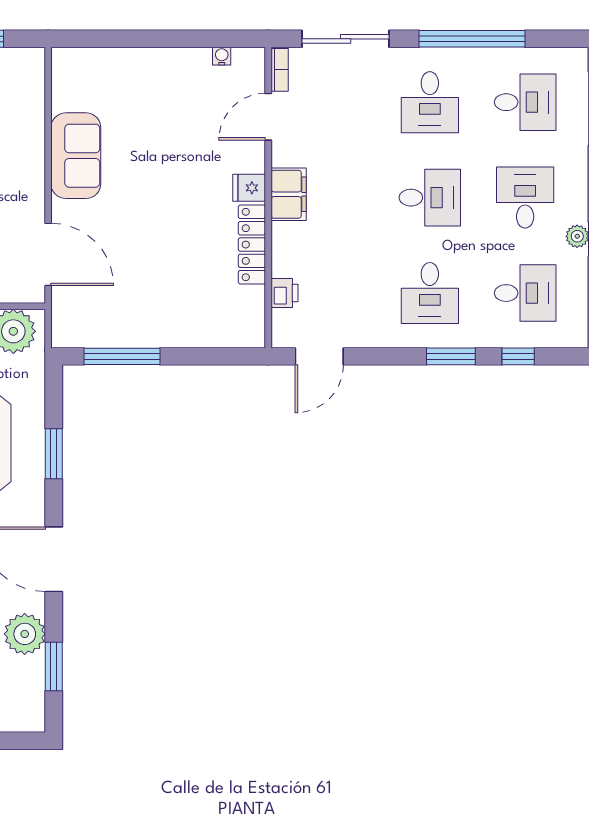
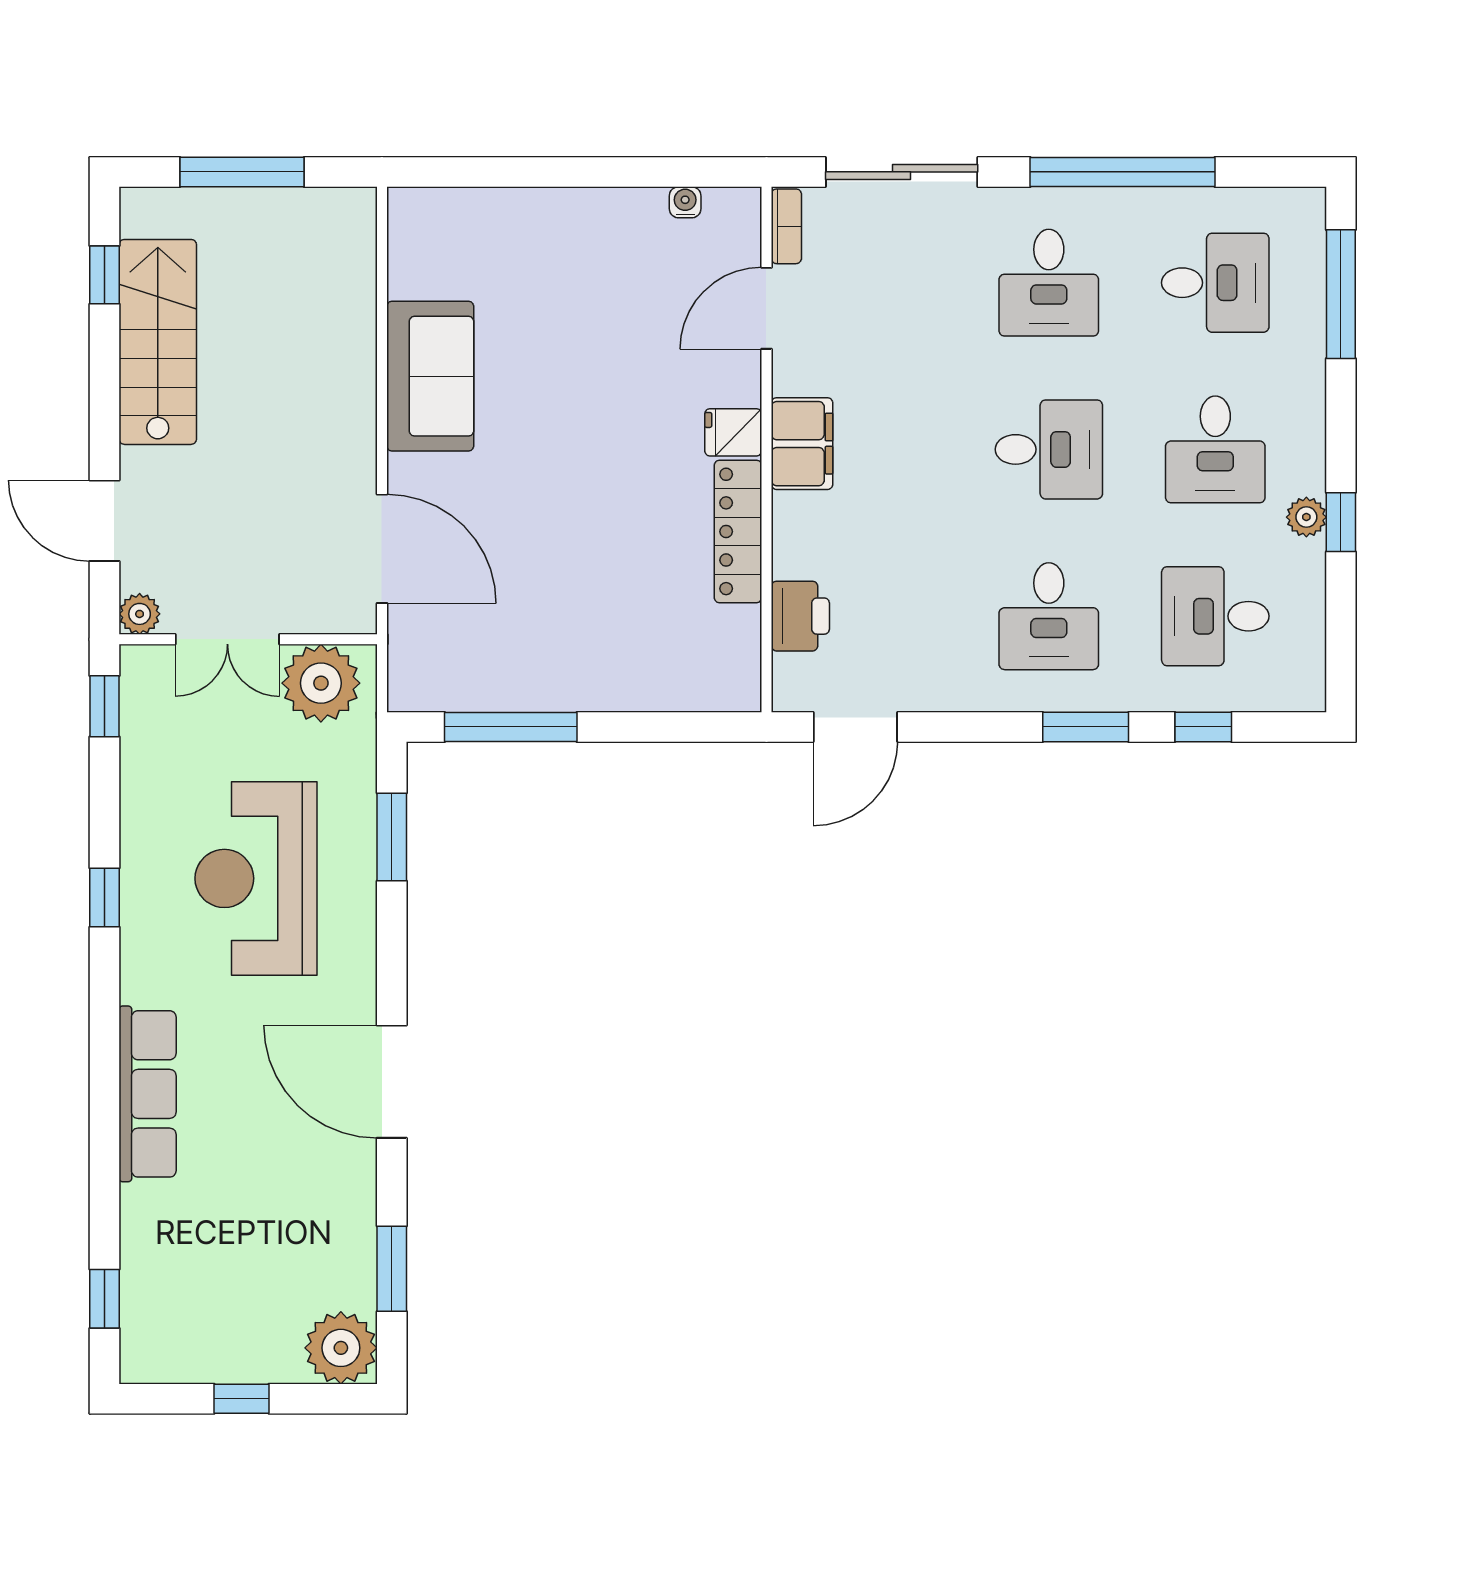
desk: (525, 198) -> (1215, 449), turned 180
printer: (284, 293) -> (800, 616), width x1.36, depth x1.24
desk: (525, 293) -> (1215, 616), turned 180
window: (54, 454) -> (392, 837), moved
plant: (25, 634) -> (341, 1348), moved

